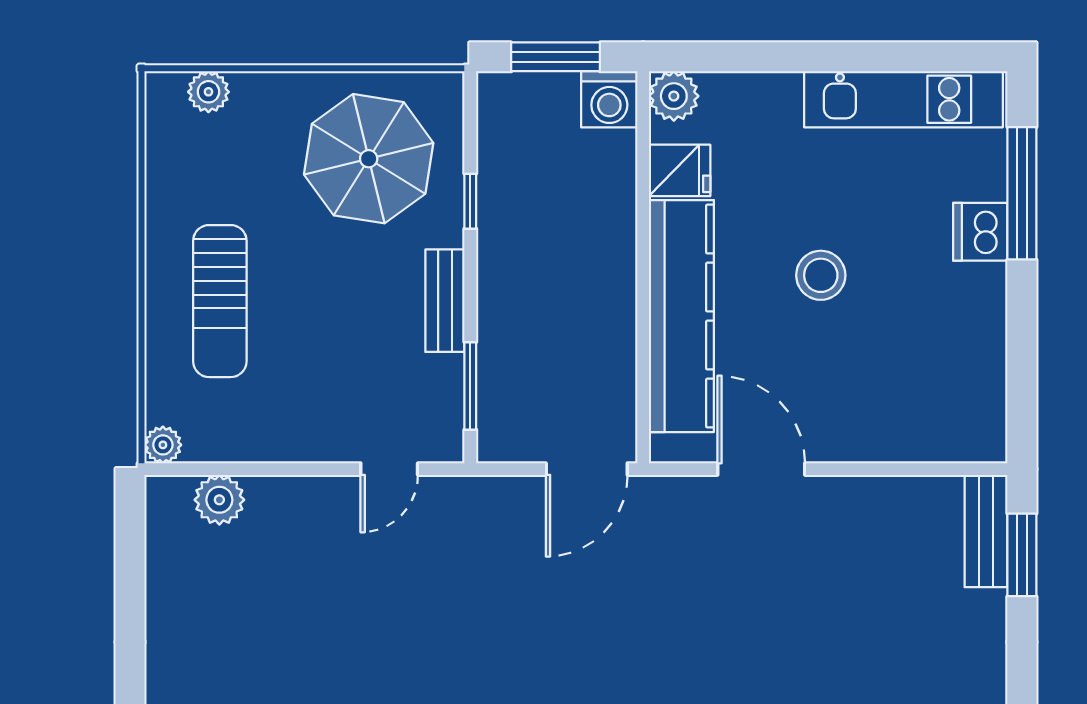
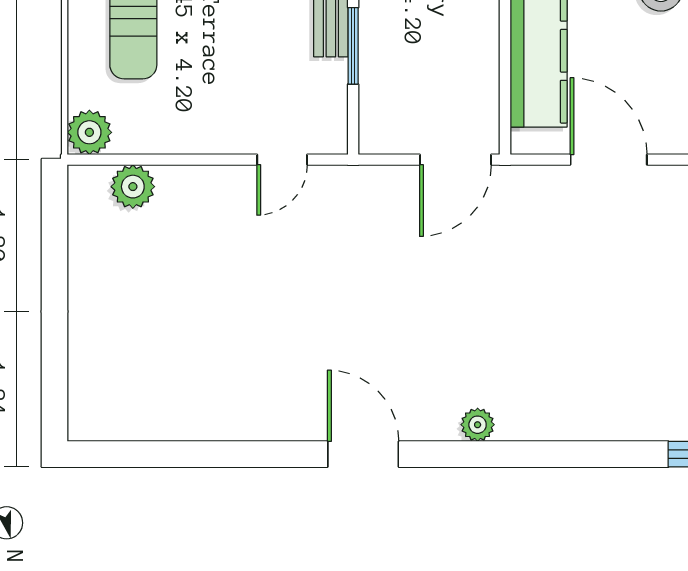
window: (470, 386) -> (353, 46), moved
plant: (163, 445) -> (89, 132), width x1.38, depth x1.38

